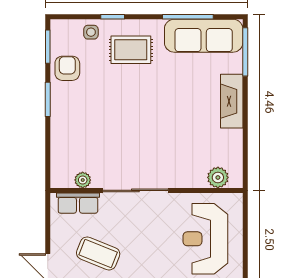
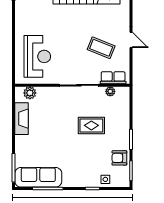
rug: (131, 50) -> (91, 125), moved
armchair: (67, 68) -> (119, 158), turned 90
fireplace: (232, 101) -> (22, 119), moved

